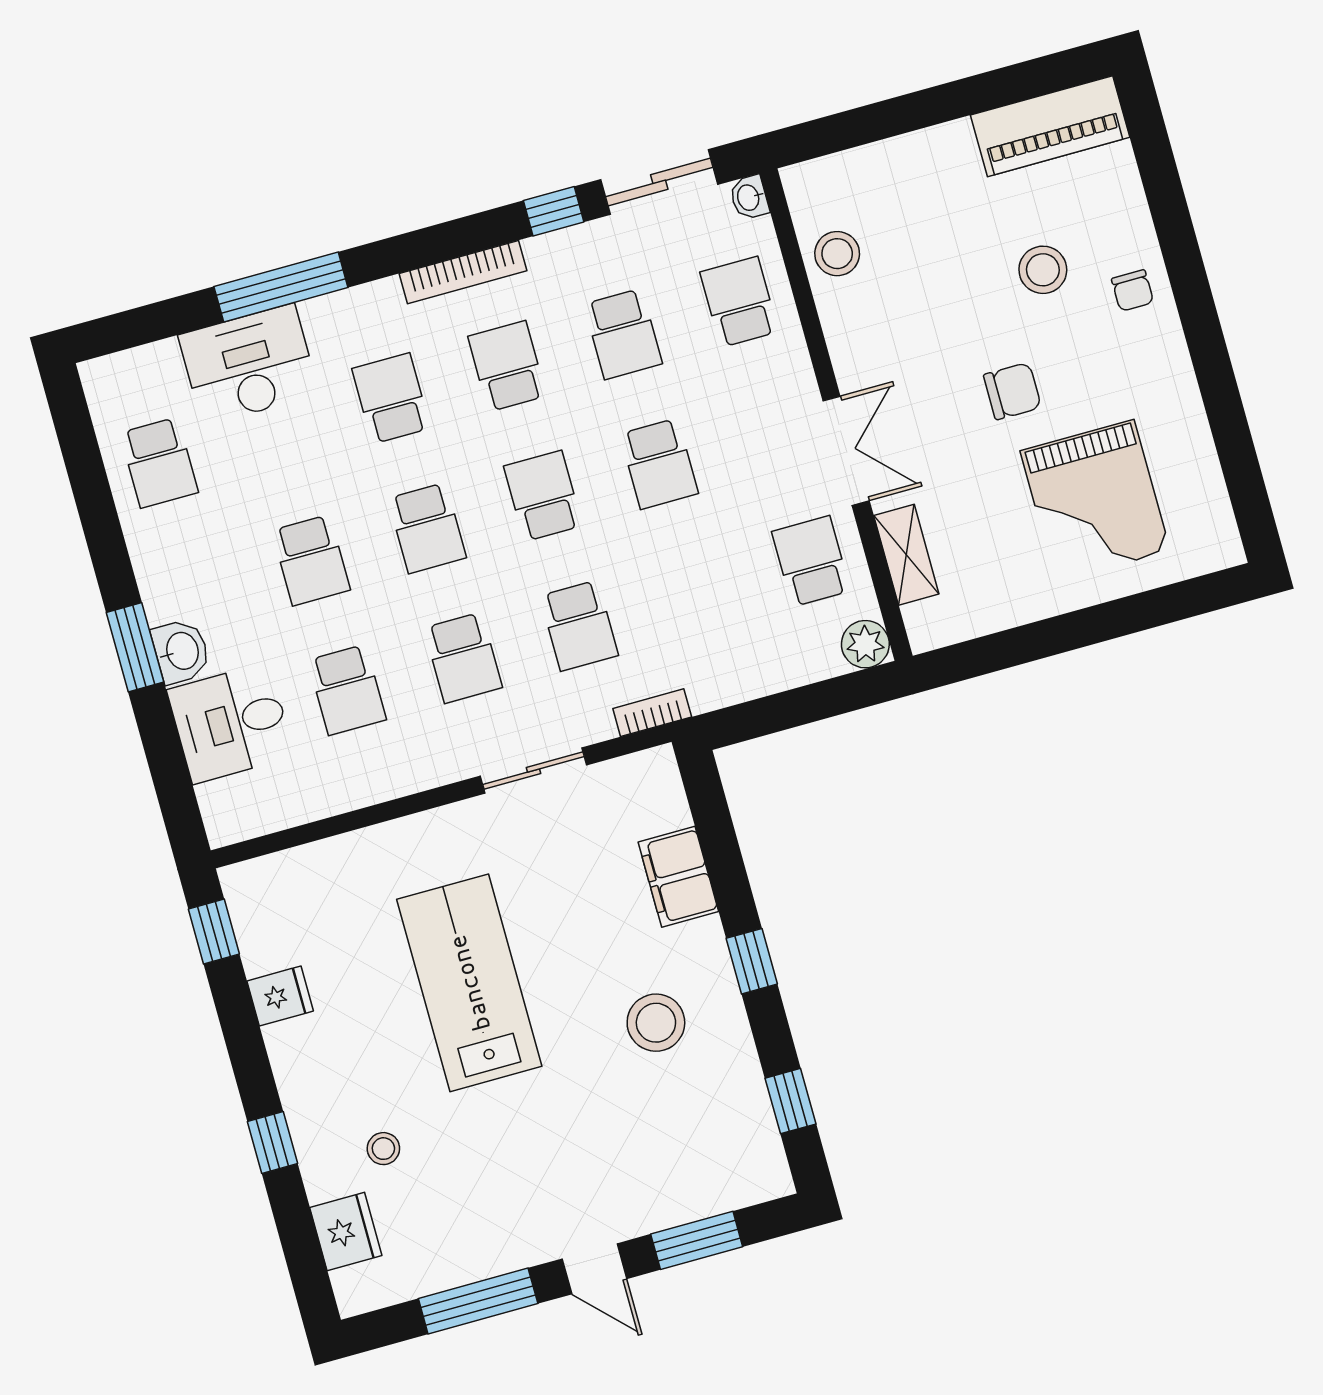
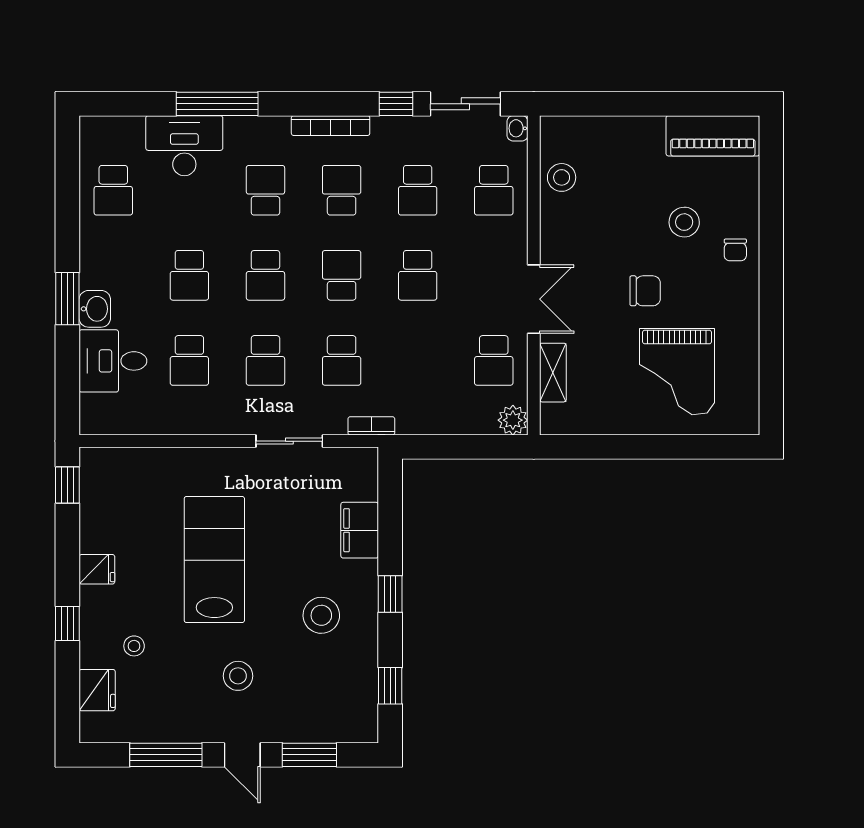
school desk: (739, 302) -> (494, 190), turned 180
school desk: (811, 561) -> (494, 360), turned 180
fridge: (280, 996) -> (97, 569), moved
stool: (555, 1150) -> (238, 676), added

